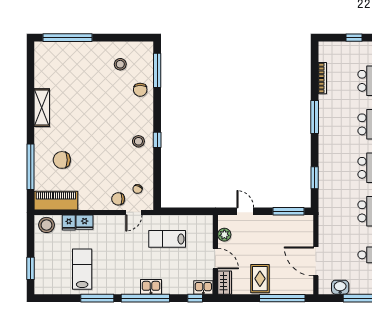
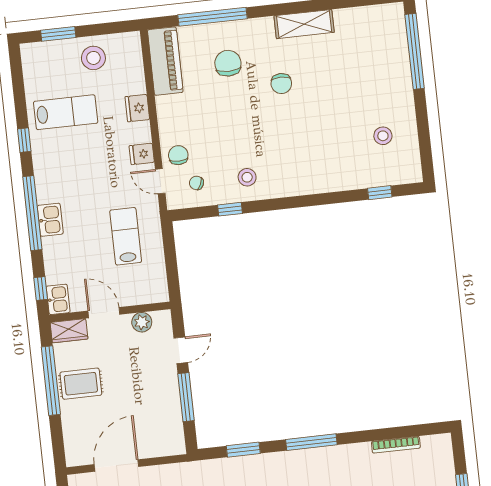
window: (157, 70) -> (380, 193), width x0.46
chair: (140, 90) -> (281, 84), moved, turned -90
window: (315, 117) -> (311, 442), moved
window: (157, 140) -> (230, 209), moved
stool: (138, 141) -> (247, 177), moved
window: (289, 211) -> (186, 397), moved
fridge: (69, 223) -> (142, 154), moved
stool: (46, 225) -> (93, 58), moved
door: (215, 259) -> (104, 313), swing flipped
window: (97, 298) -> (24, 140), width x0.46
window: (282, 298) -> (51, 381), moved

